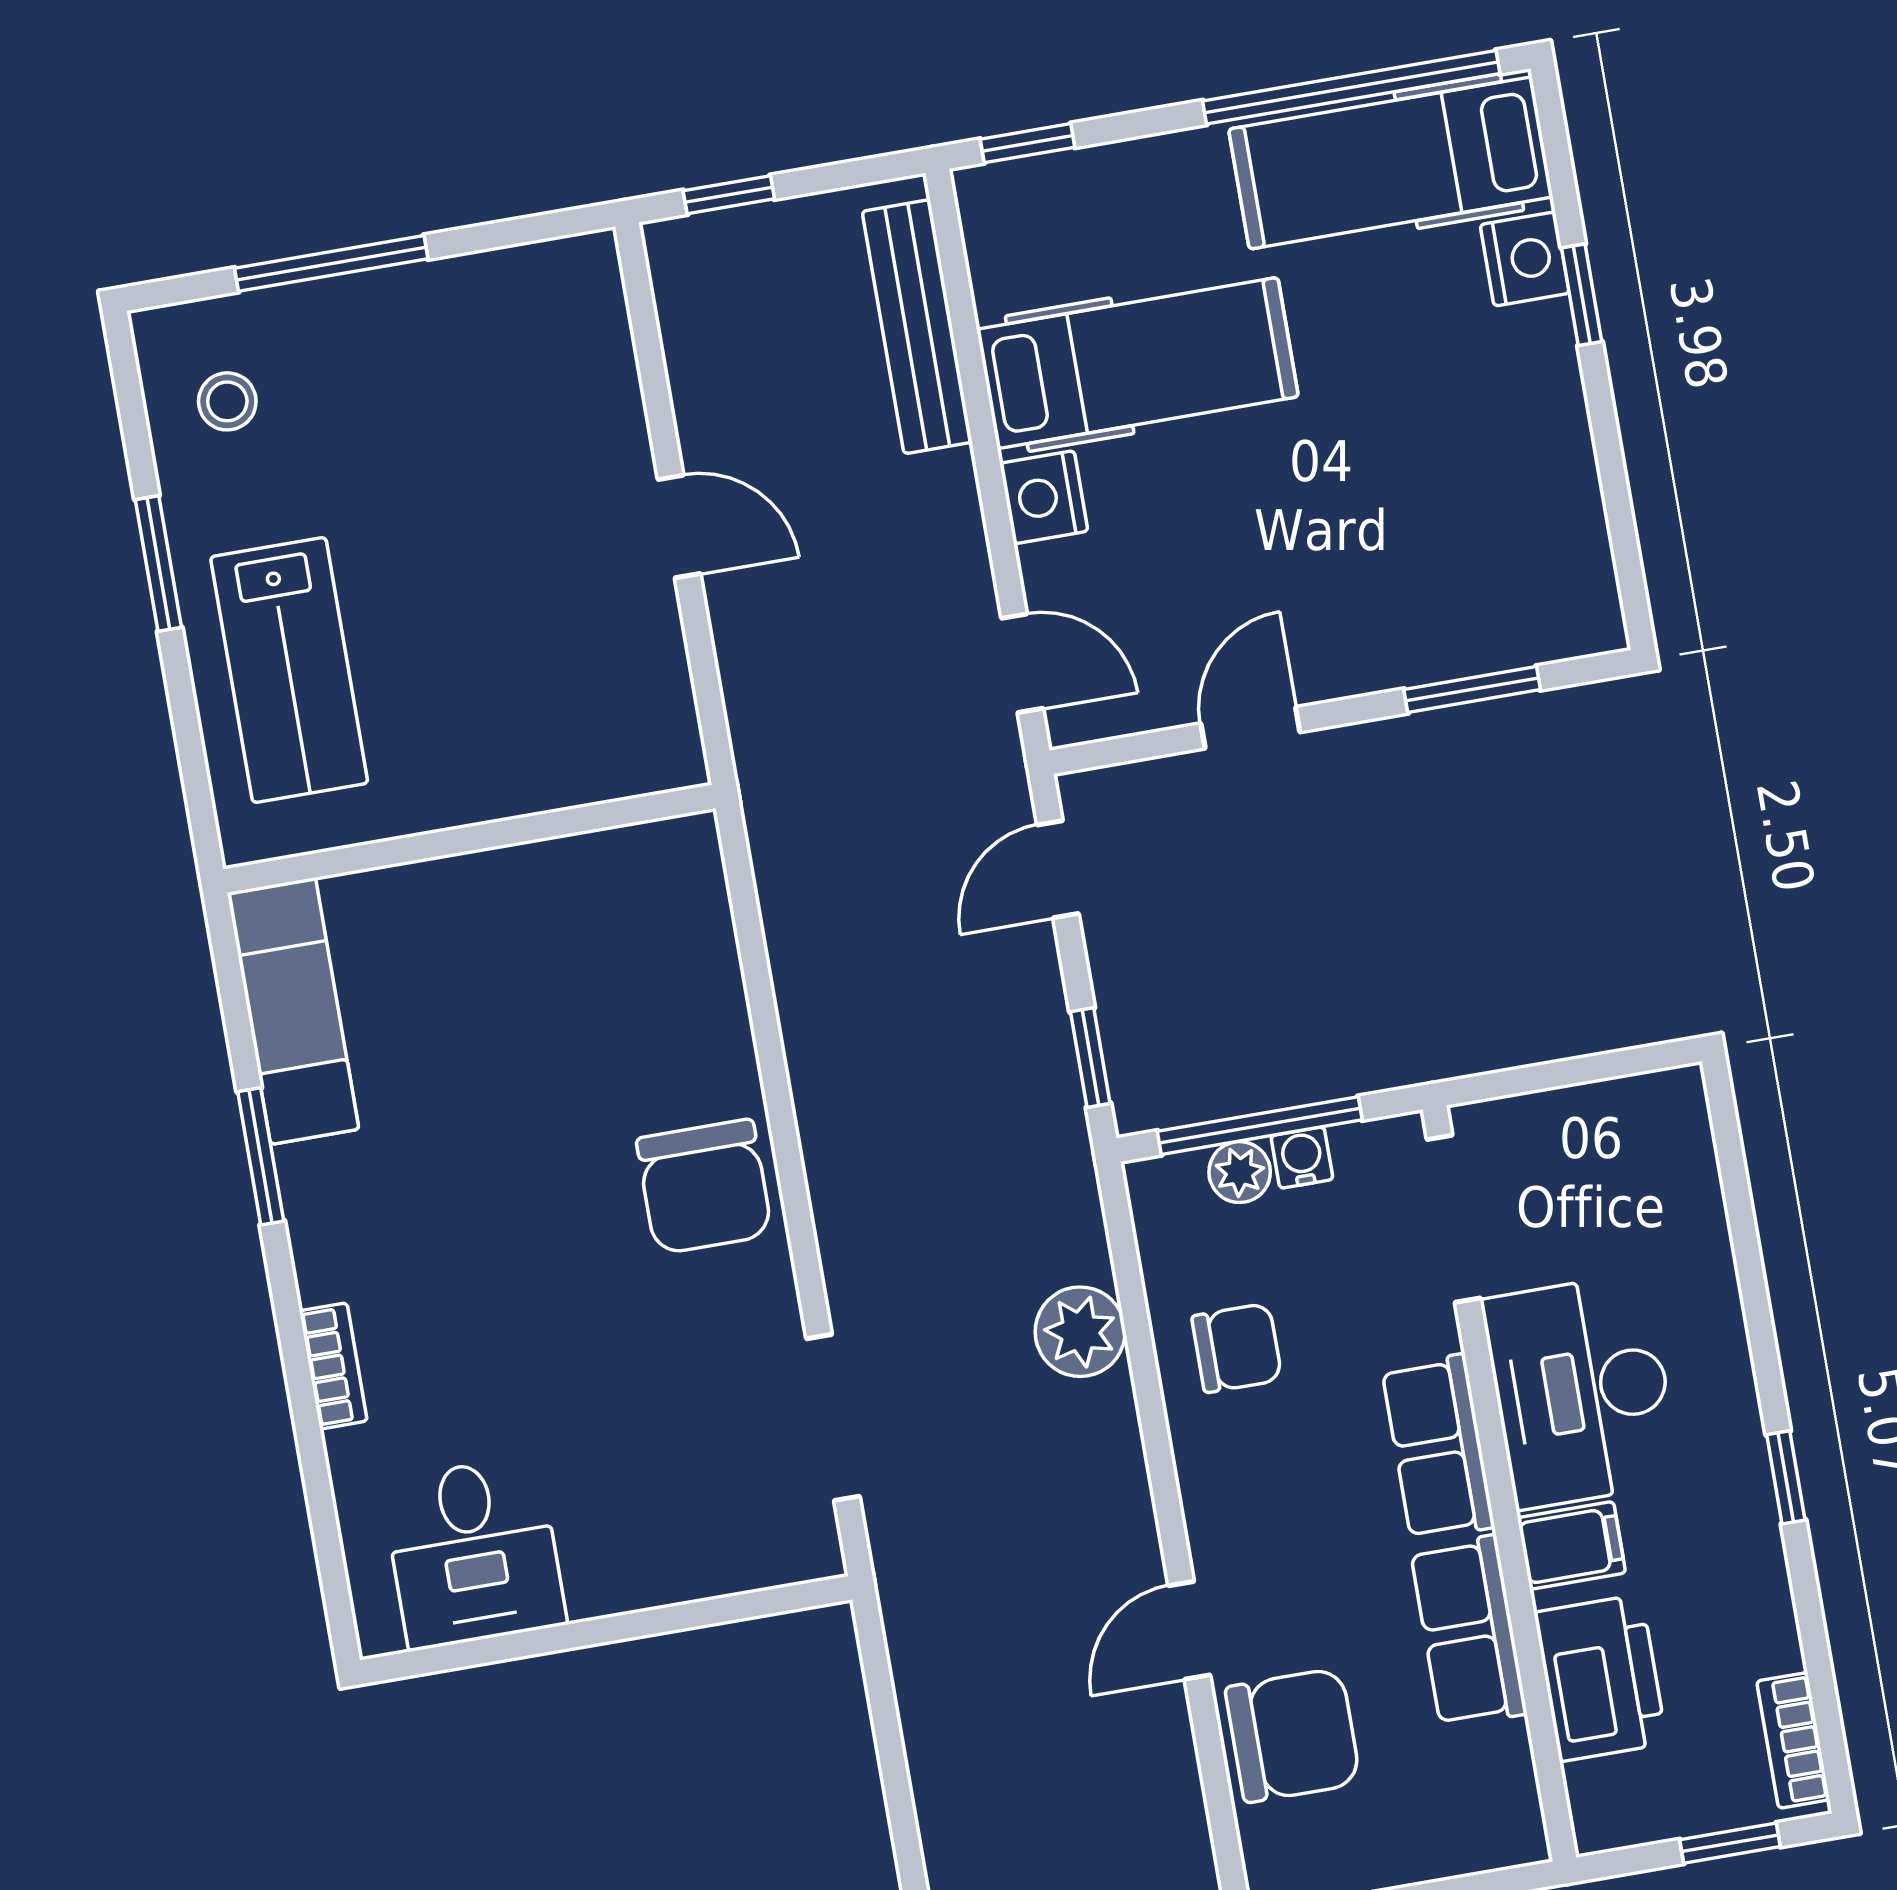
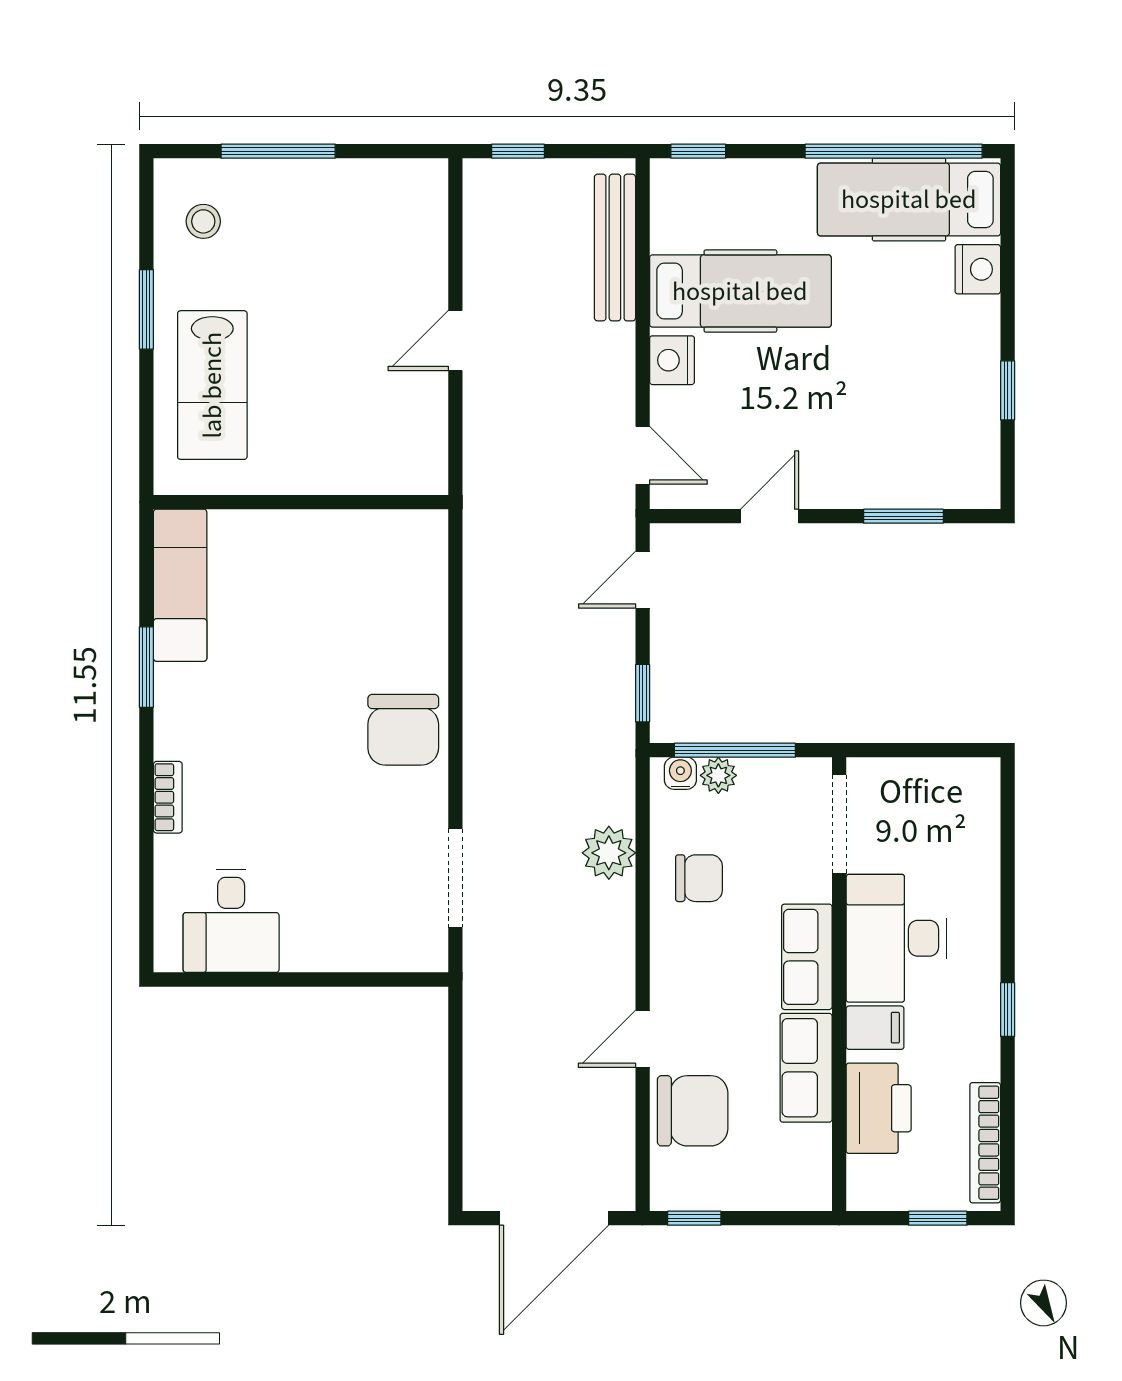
window: (1582, 295) -> (1008, 390), moved
door: (679, 527) -> (455, 340), swing flipped
water cooler: (1302, 1158) -> (680, 773), moved
bookcase: (1793, 1740) -> (985, 1143), width x1.56

